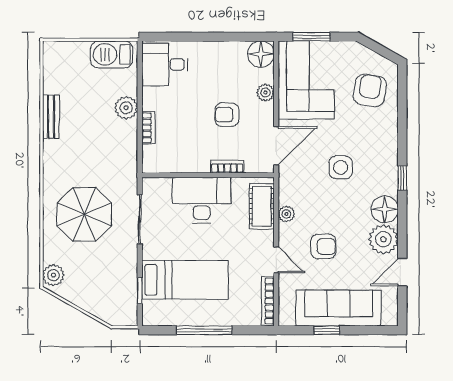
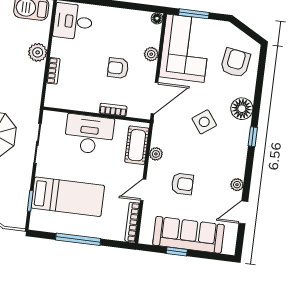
floor lamp: (261, 54) -> (157, 18), width x0.53, depth x0.53
side table: (341, 167) -> (204, 122), turned -36
floor lamp: (385, 209) -> (242, 109), moved
plant: (383, 239) -> (237, 185), width x0.53, depth x0.53
door: (276, 260) -> (143, 190), swing flipped

